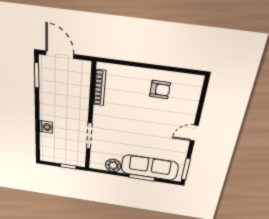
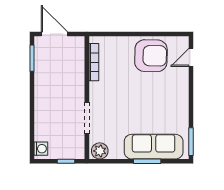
armchair: (160, 90) -> (151, 56), width x1.88, depth x1.88
washing machine: (46, 127) -> (41, 149), moved
door: (194, 133) -> (191, 57), moved
plant: (113, 165) -> (100, 151), moved

